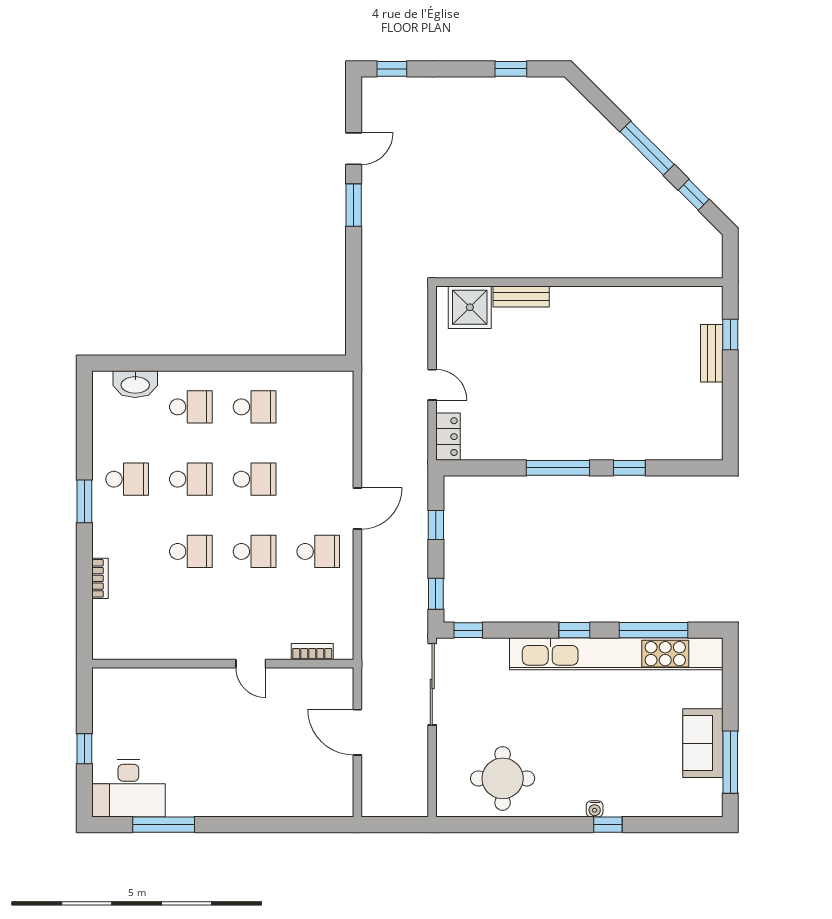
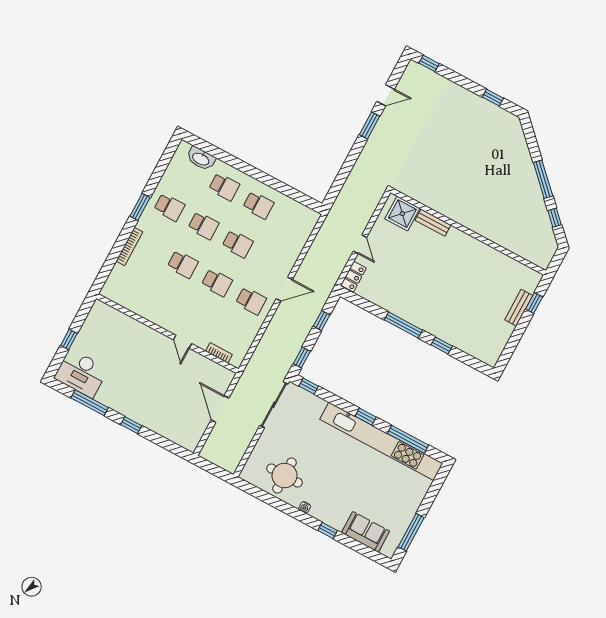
bookcase: (100, 578) -> (129, 246), width x1.56
sofa: (703, 743) -> (366, 532), moved, turned 90
water cooler: (595, 809) -> (305, 507), moved
window: (241, 825) -> (131, 425), added

